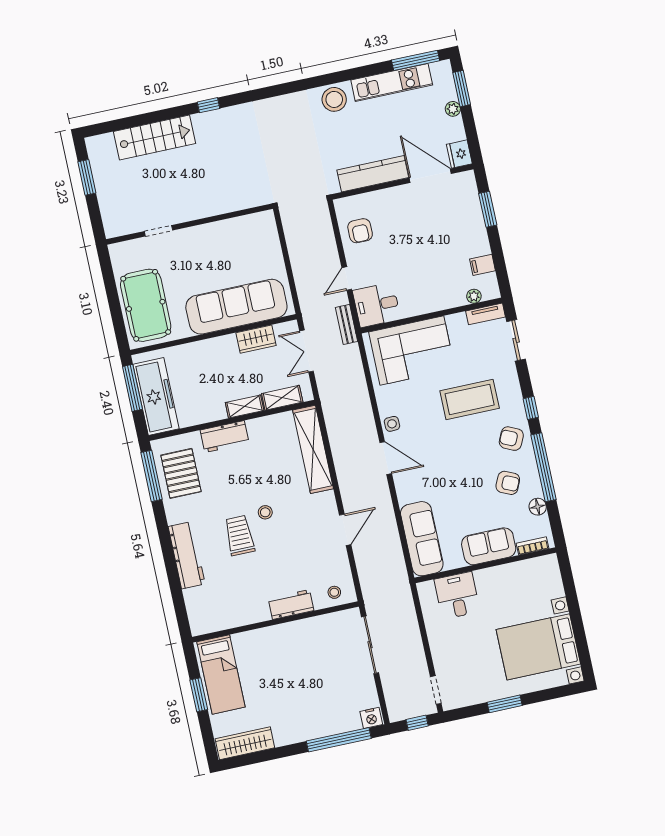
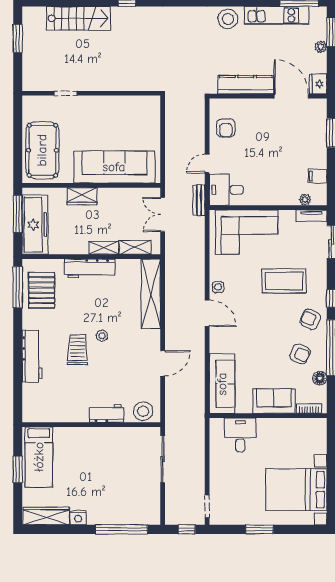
wardrobe: (256, 339) -> (82, 196), moved
workbench: (225, 437) -> (90, 268), width x1.38
stool: (334, 592) -> (143, 411), width x1.89, depth x1.89
nightstand: (371, 718) -> (78, 518), moved

